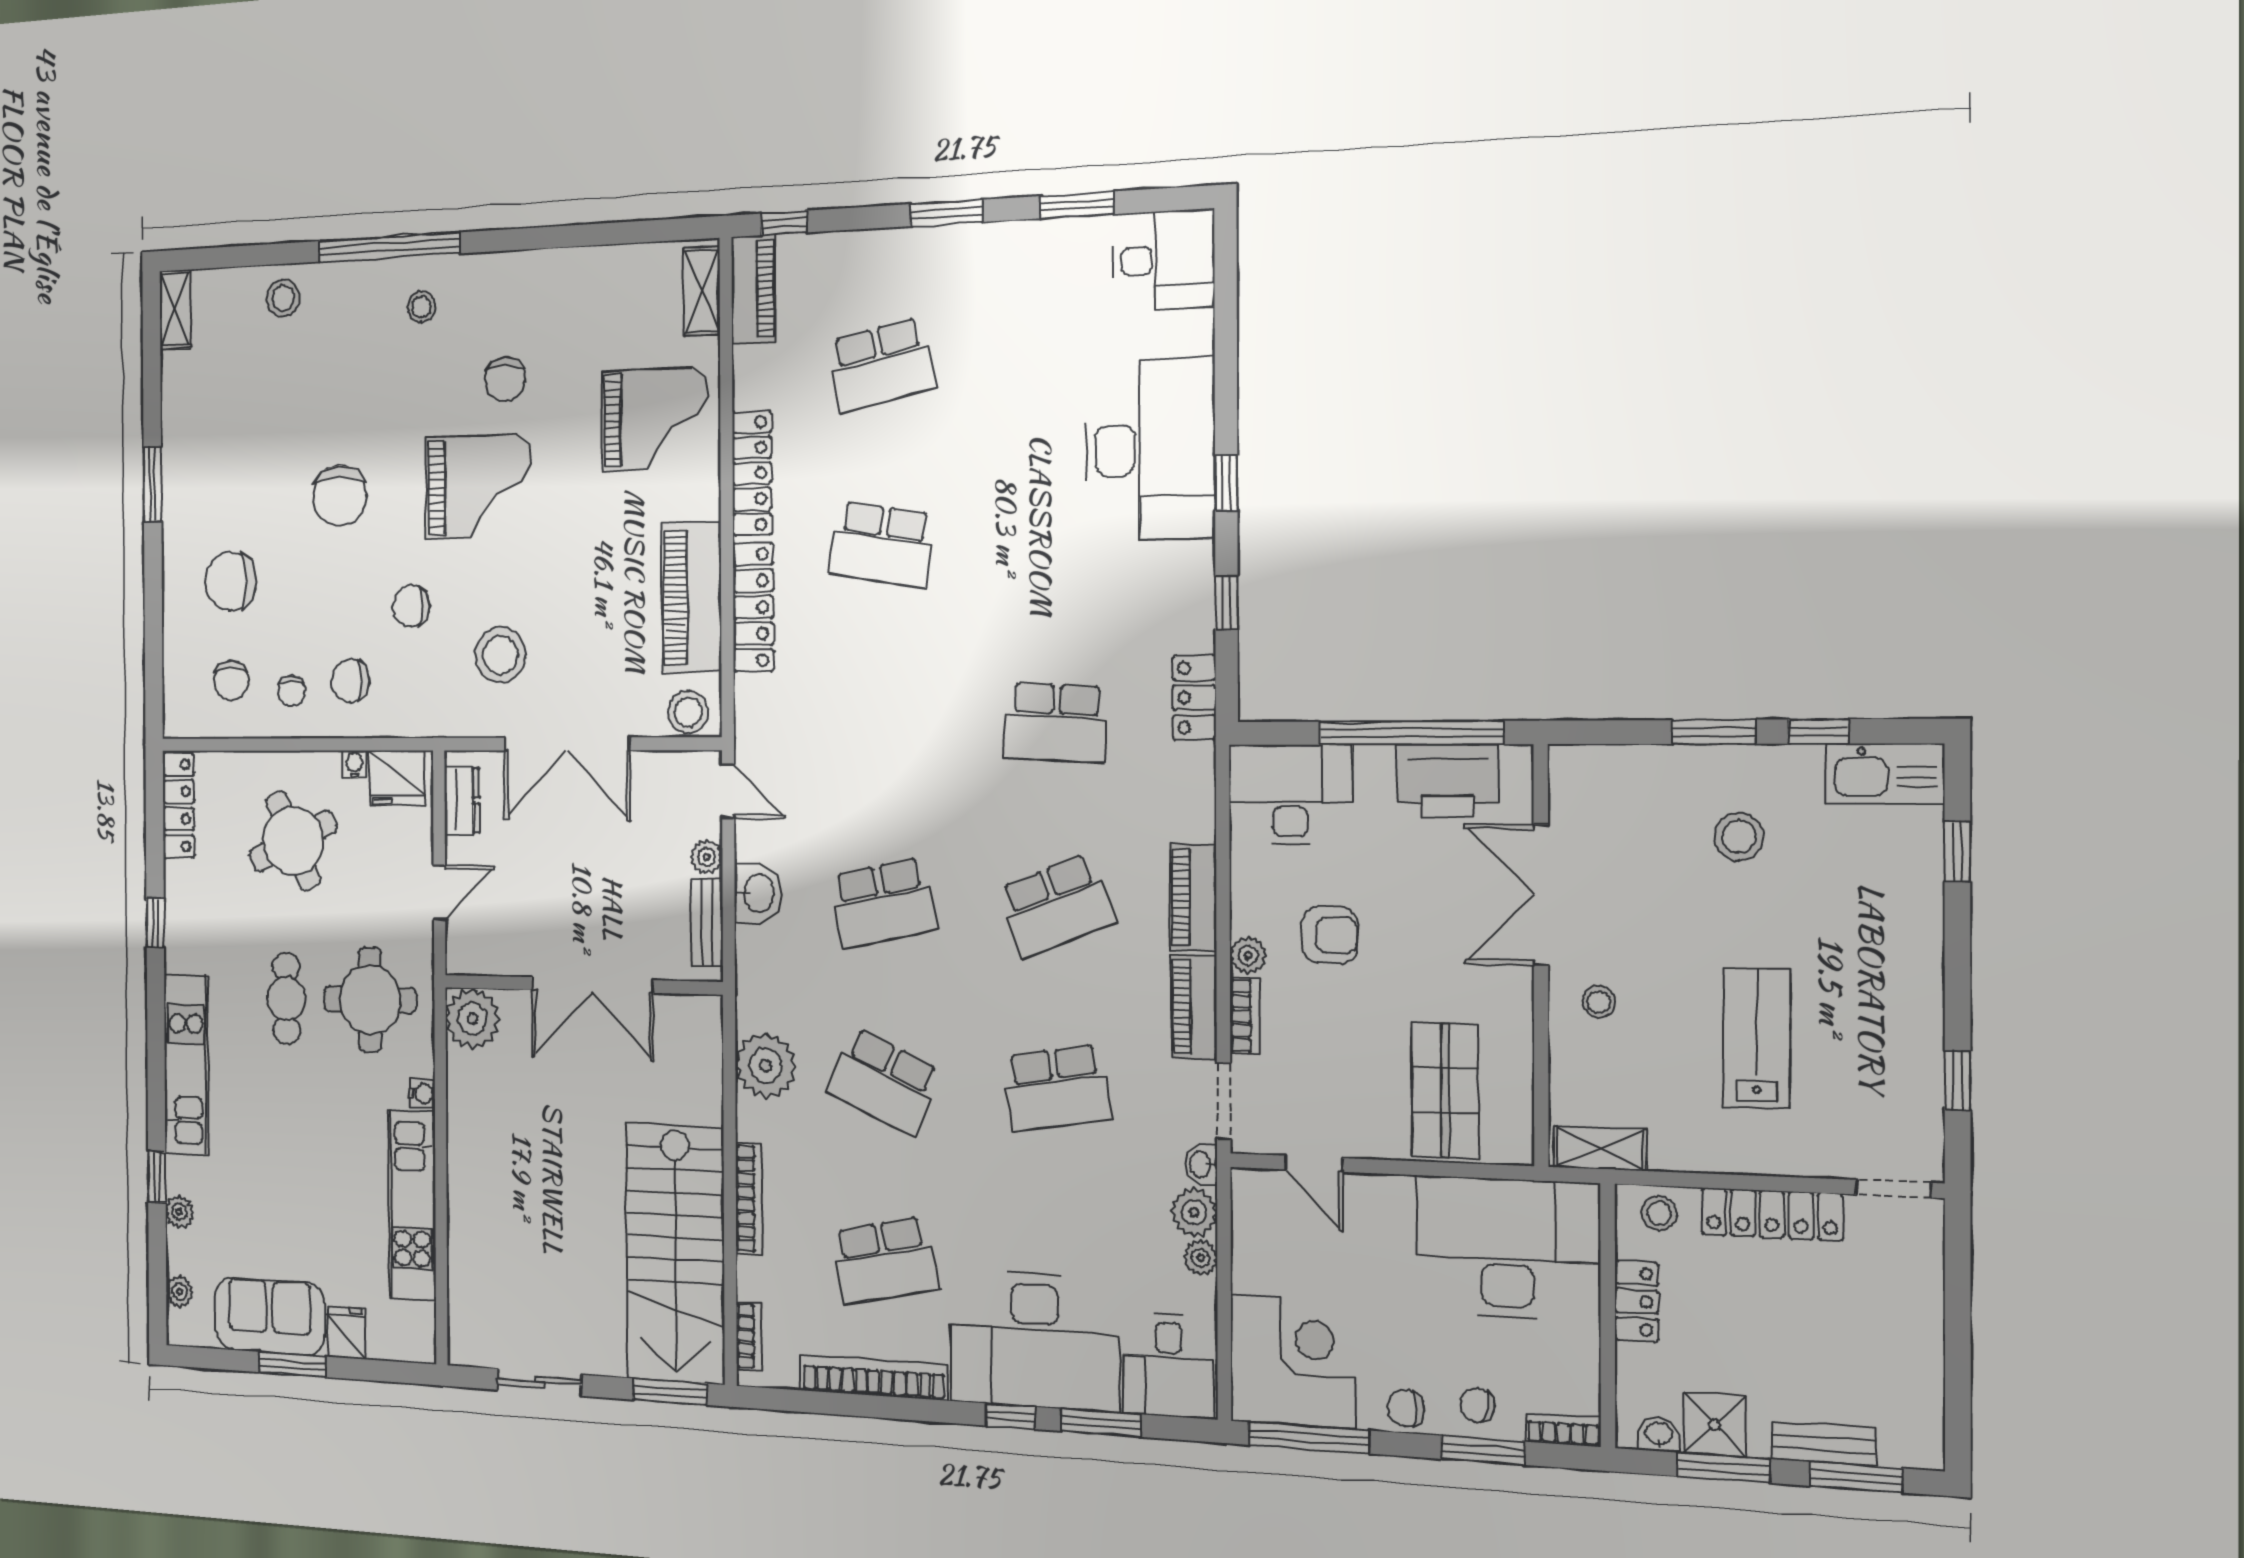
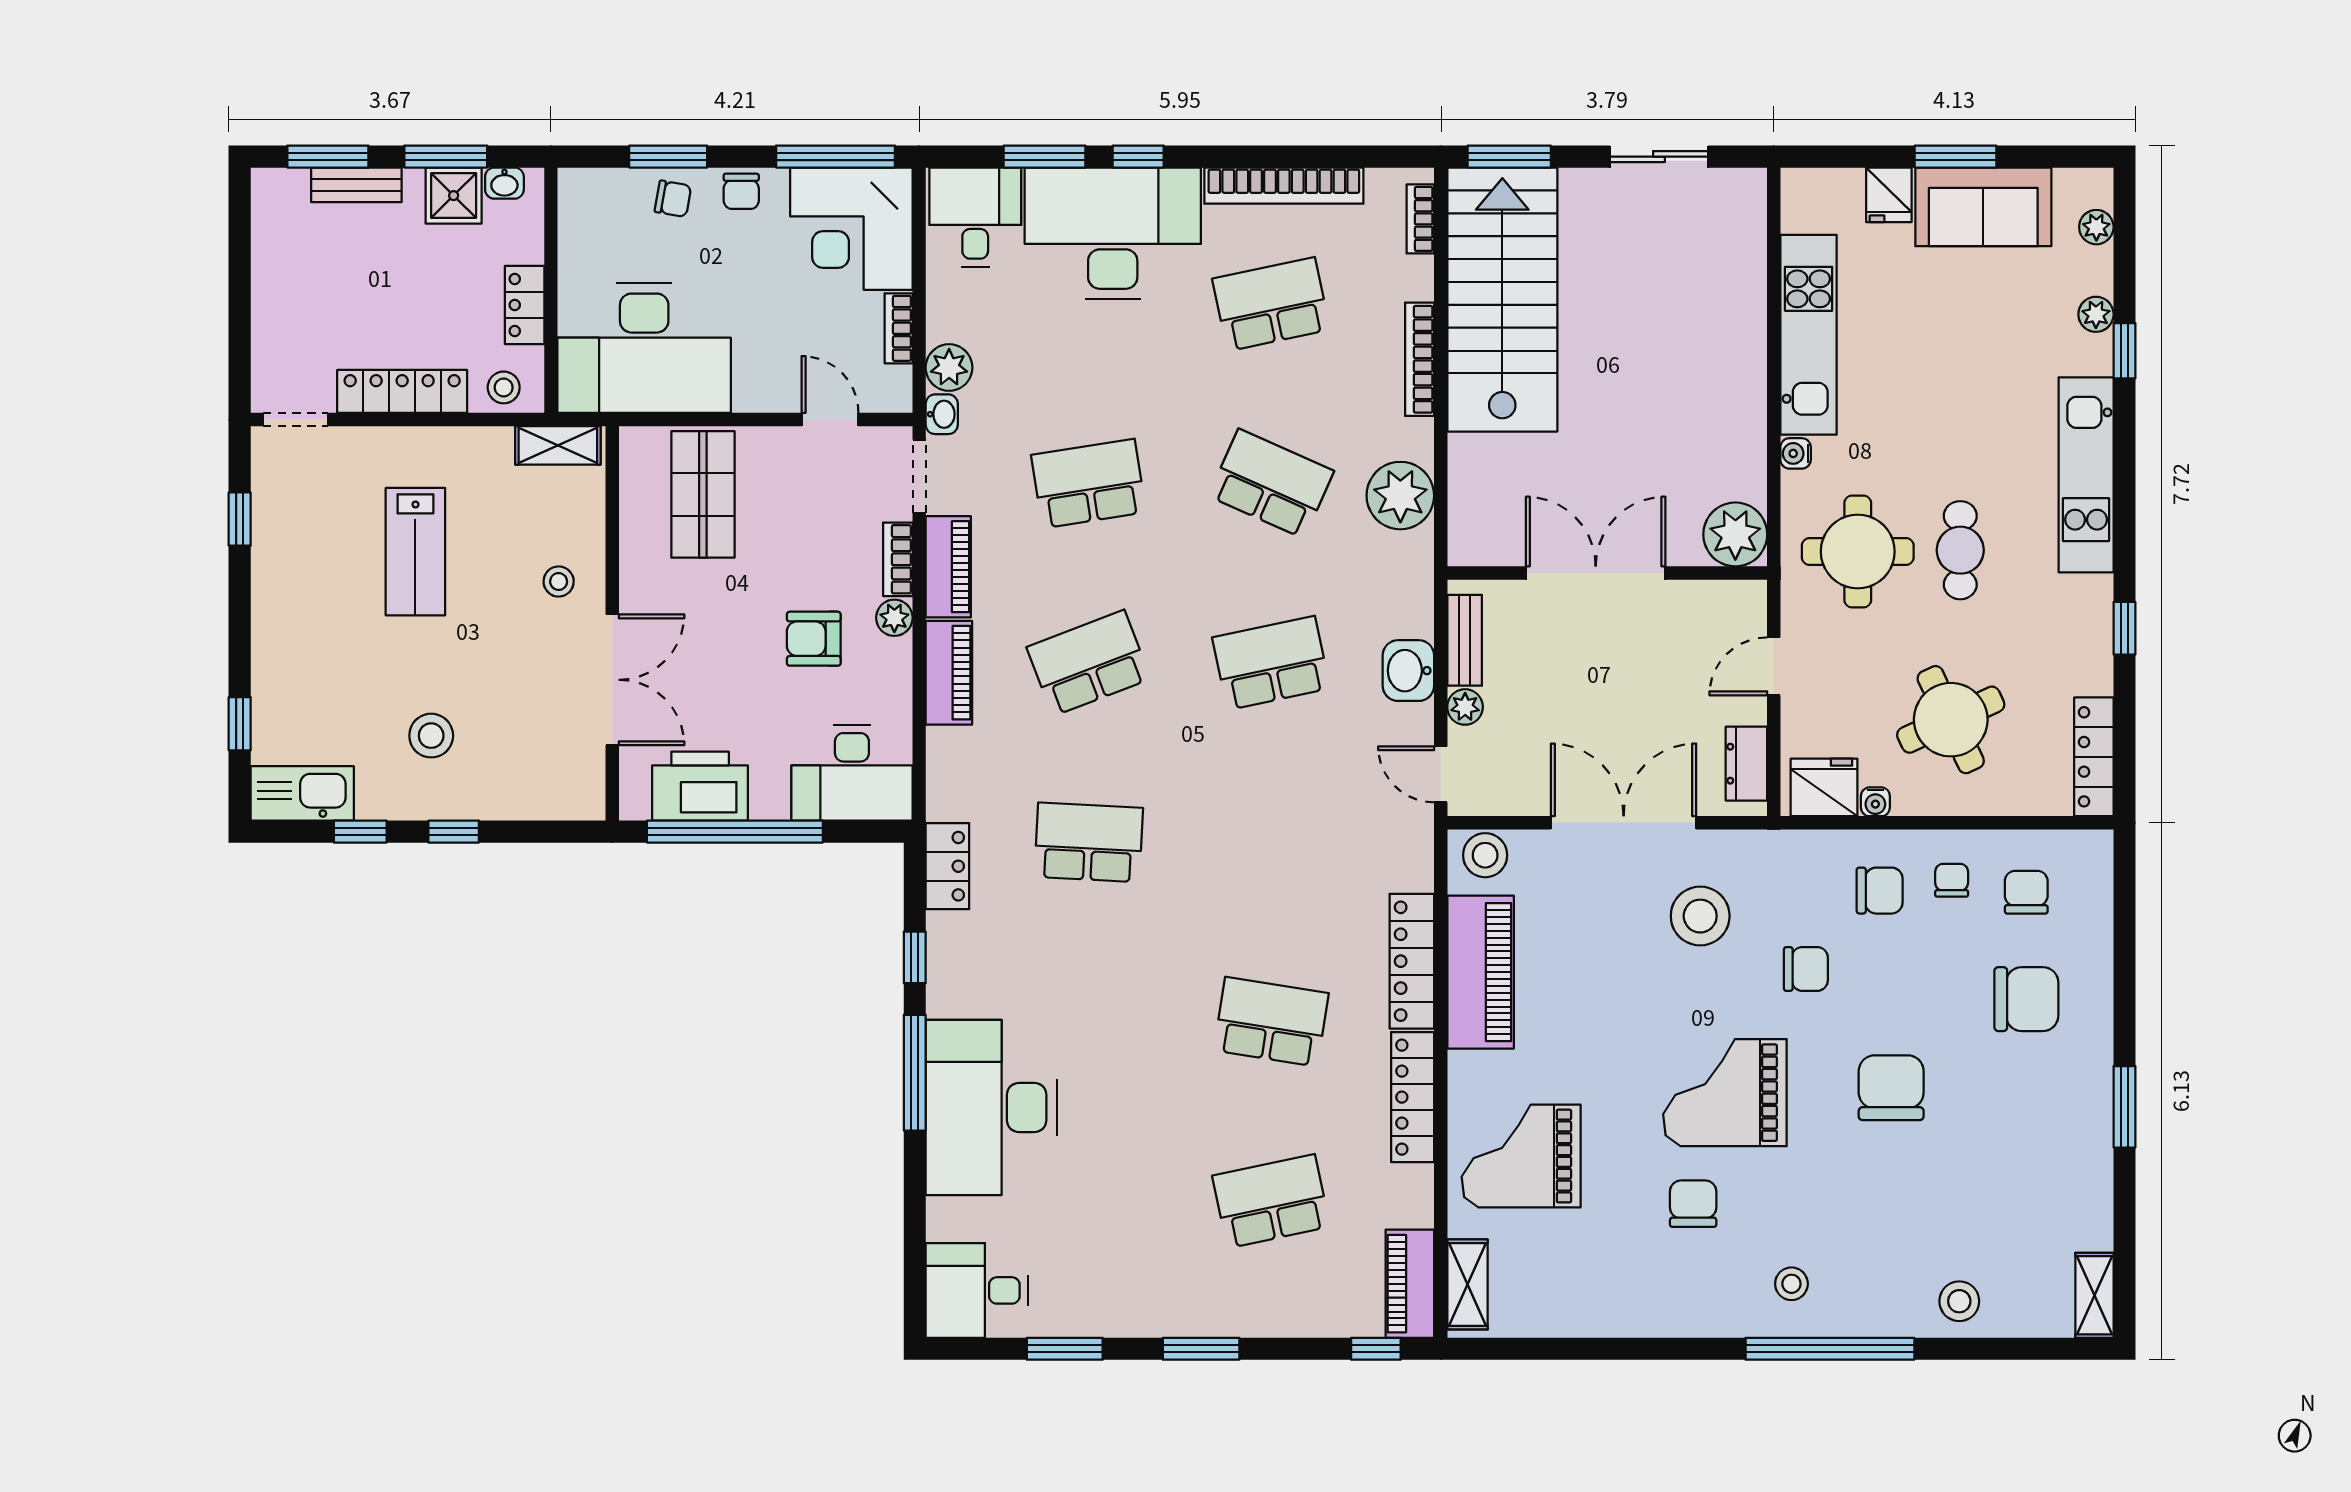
window: (1226, 483) -> (915, 1073), width x2.17
window: (1714, 732) -> (454, 832), width x0.67
plant: (1201, 1258) -> (943, 324), removed
chair: (1406, 1408) -> (741, 191), turned 90
bookcase: (1563, 1429) -> (899, 328), moved, turned 90

